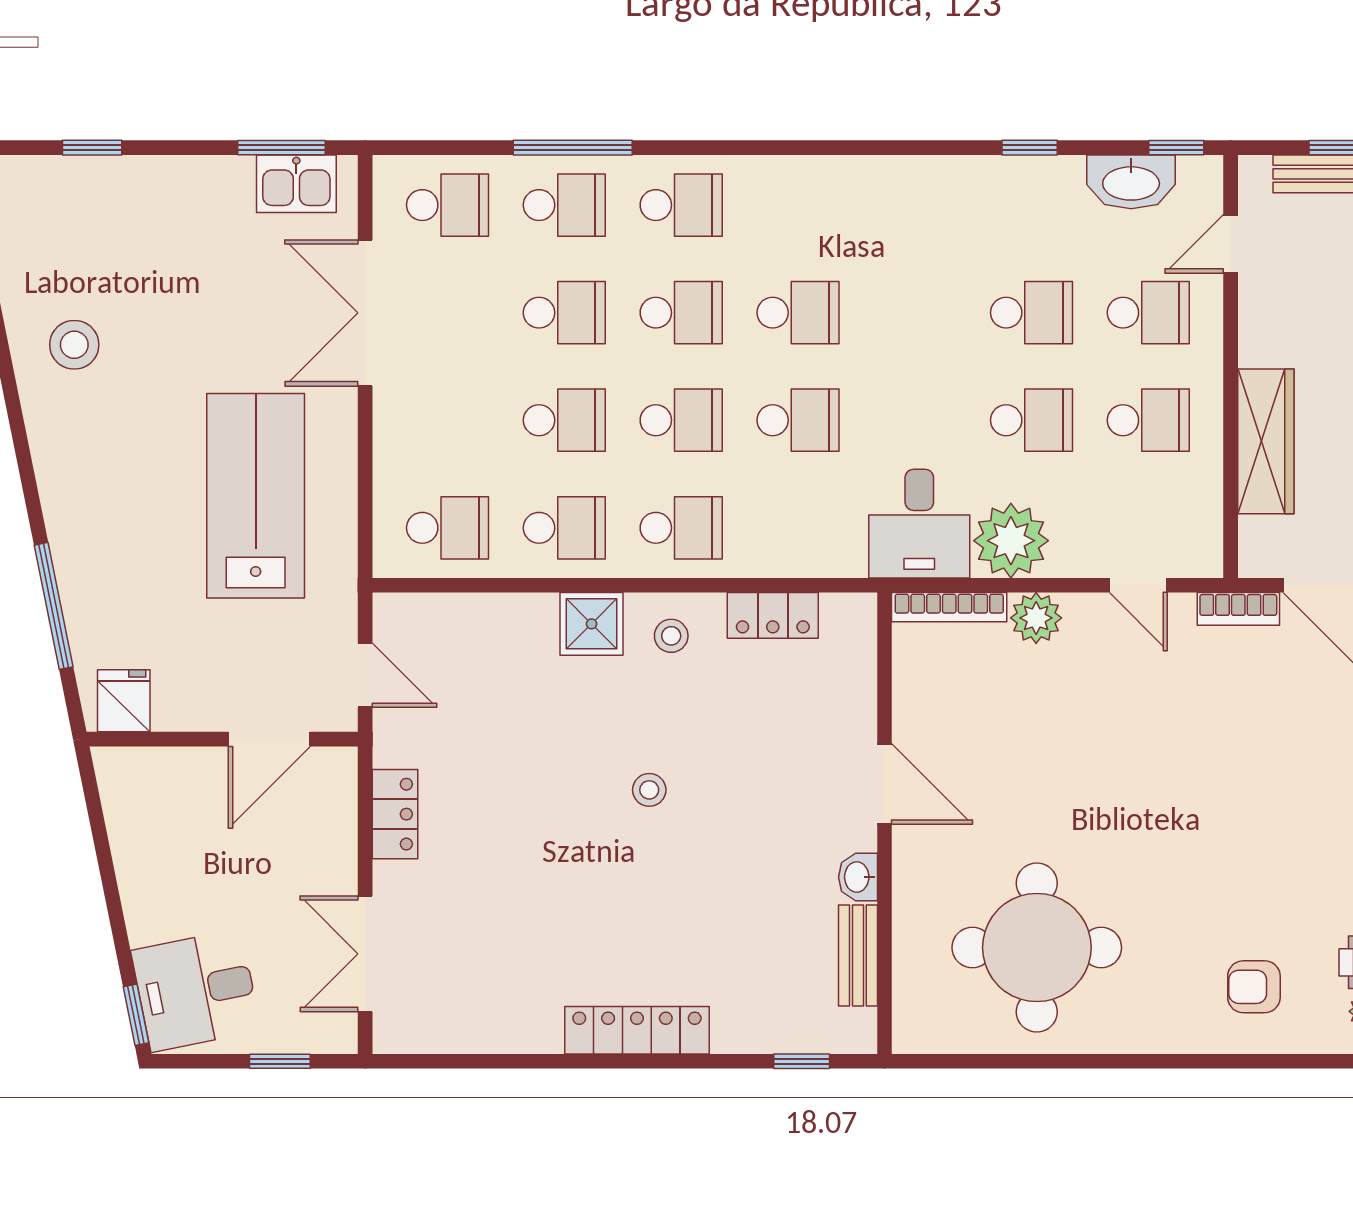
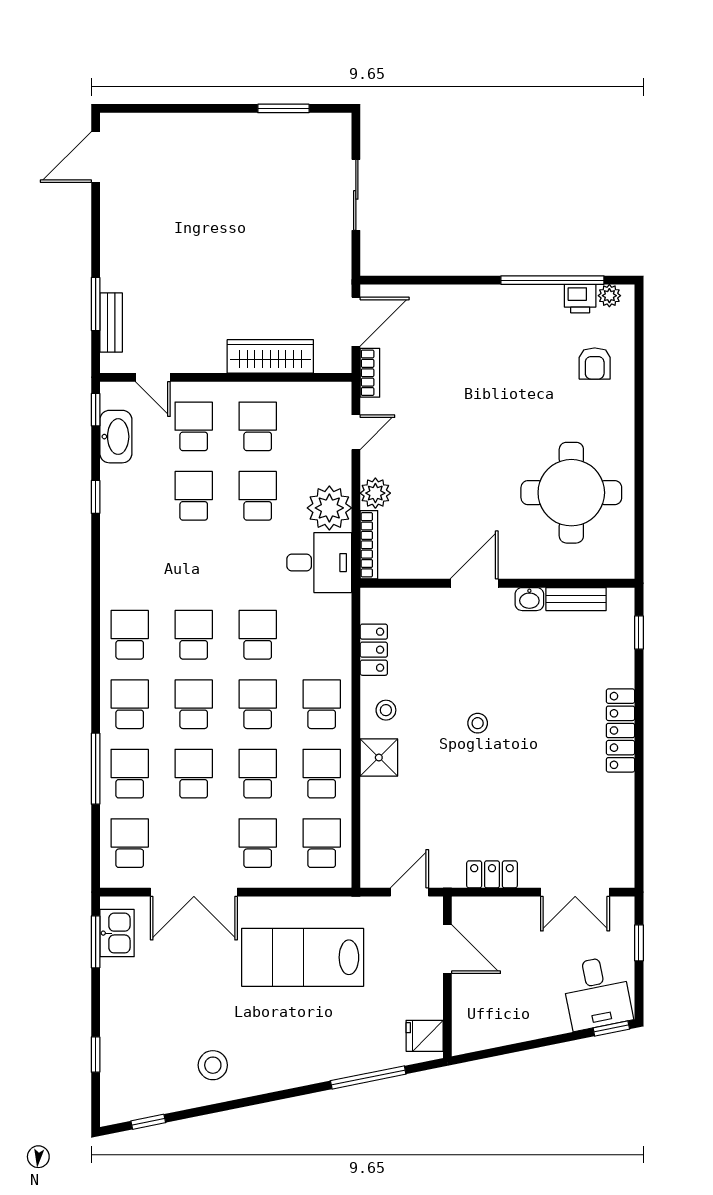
school desk: (798, 205) -> (130, 635), added
school desk: (448, 420) -> (258, 843), added

